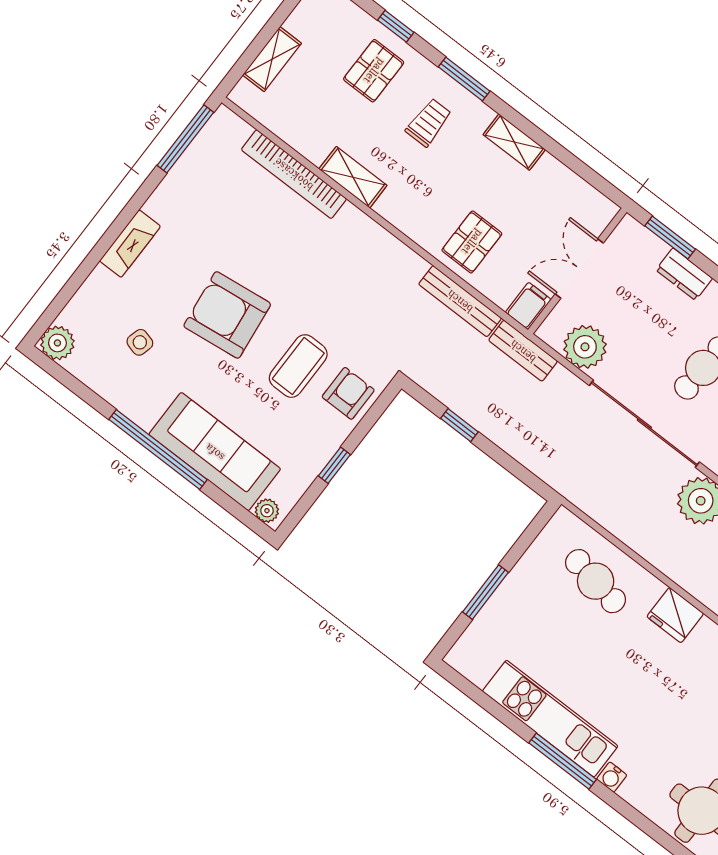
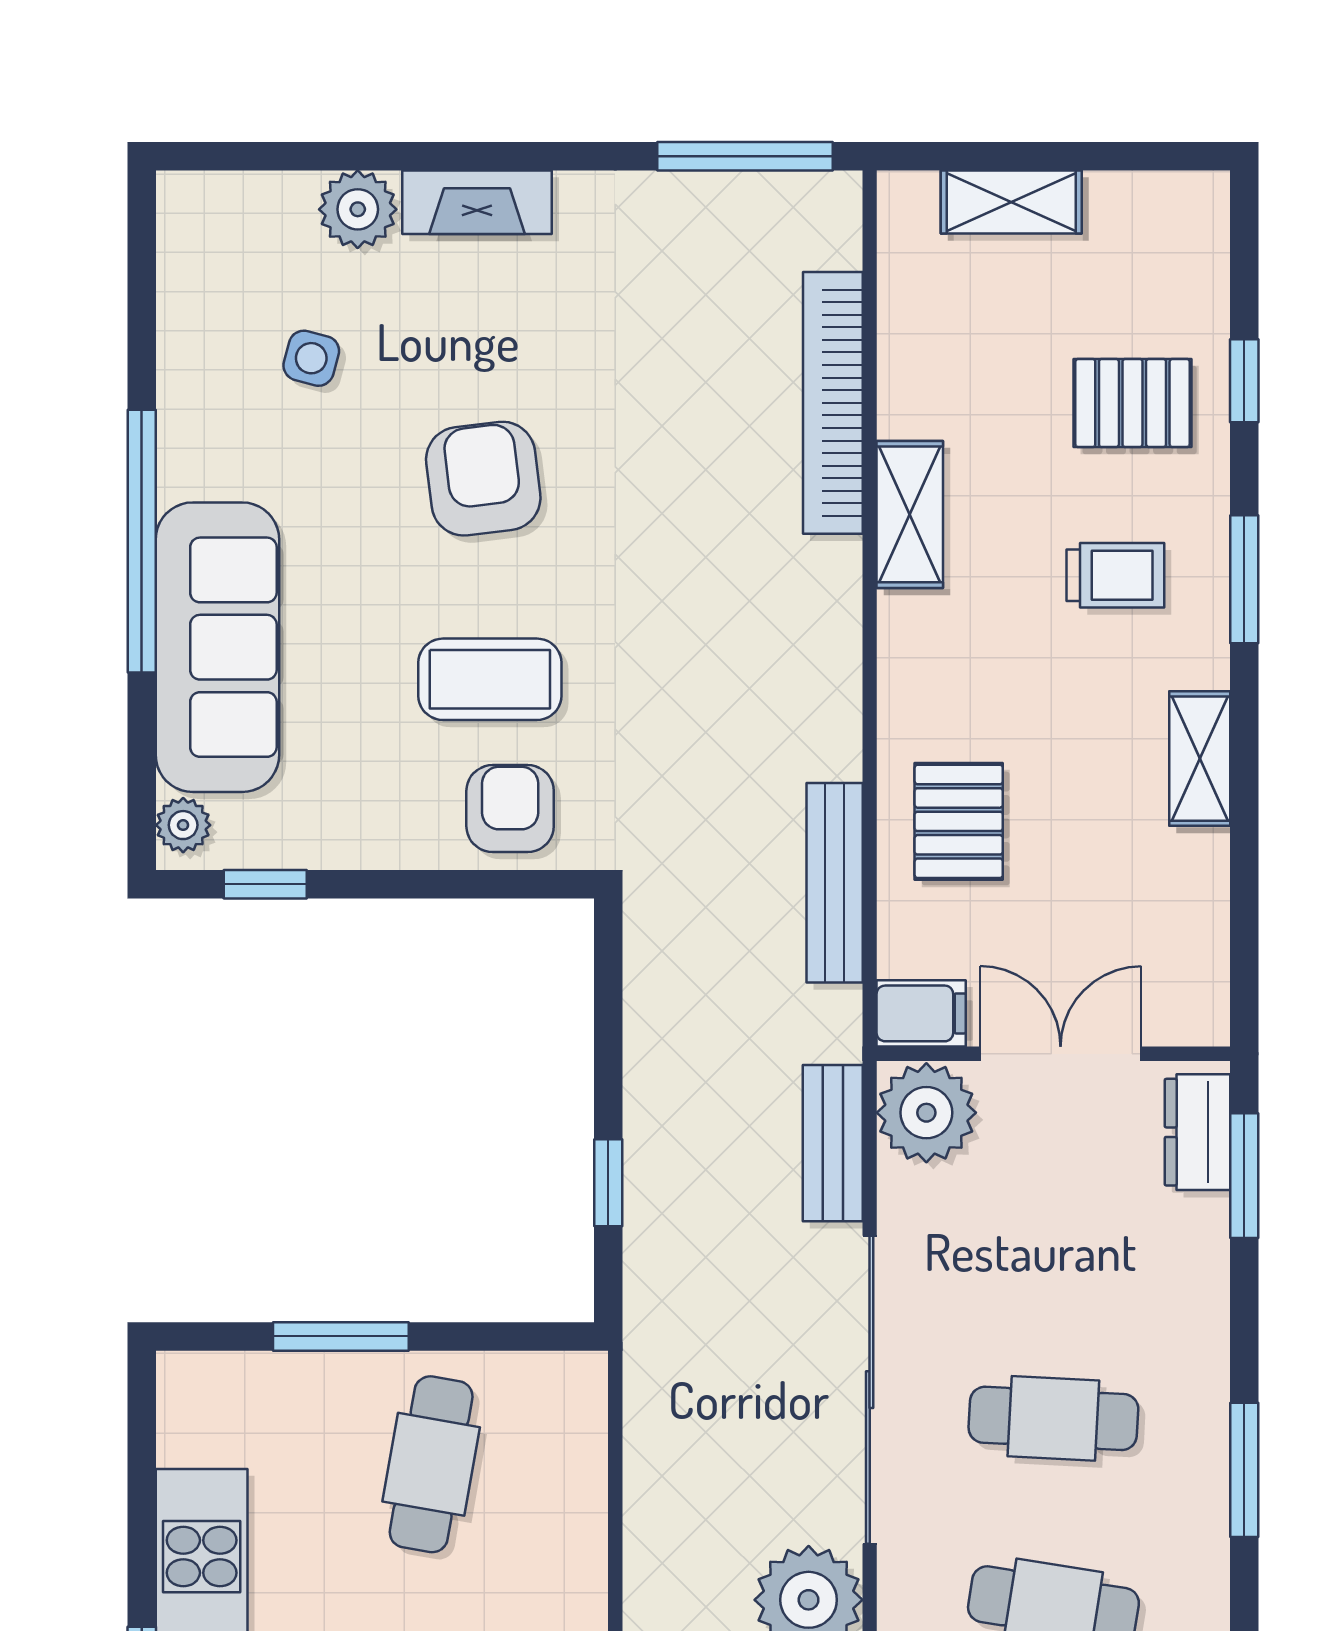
pallet: (472, 242) -> (959, 821), turned 90
dresser: (684, 274) -> (1197, 1132), moved
armchair: (227, 315) -> (483, 479), width x0.73, depth x0.73
plant: (57, 343) -> (358, 209), moved
plant: (585, 347) -> (926, 1113), moved
bench: (523, 351) -> (833, 1143), moved
armchair: (348, 393) -> (510, 809), turned -90
window: (459, 425) -> (608, 1183), moved
window: (334, 465) -> (265, 884), moved
cafe table: (596, 581) -> (431, 1464), moved

